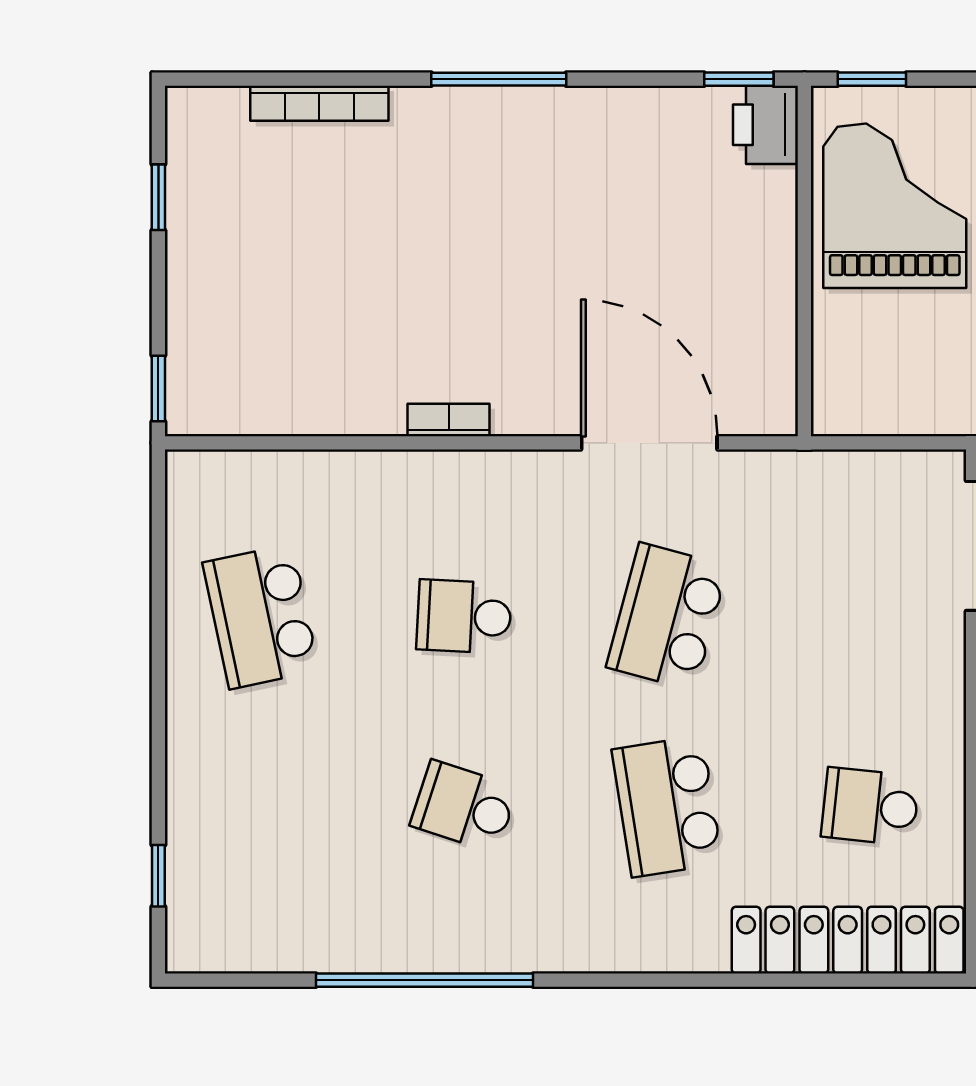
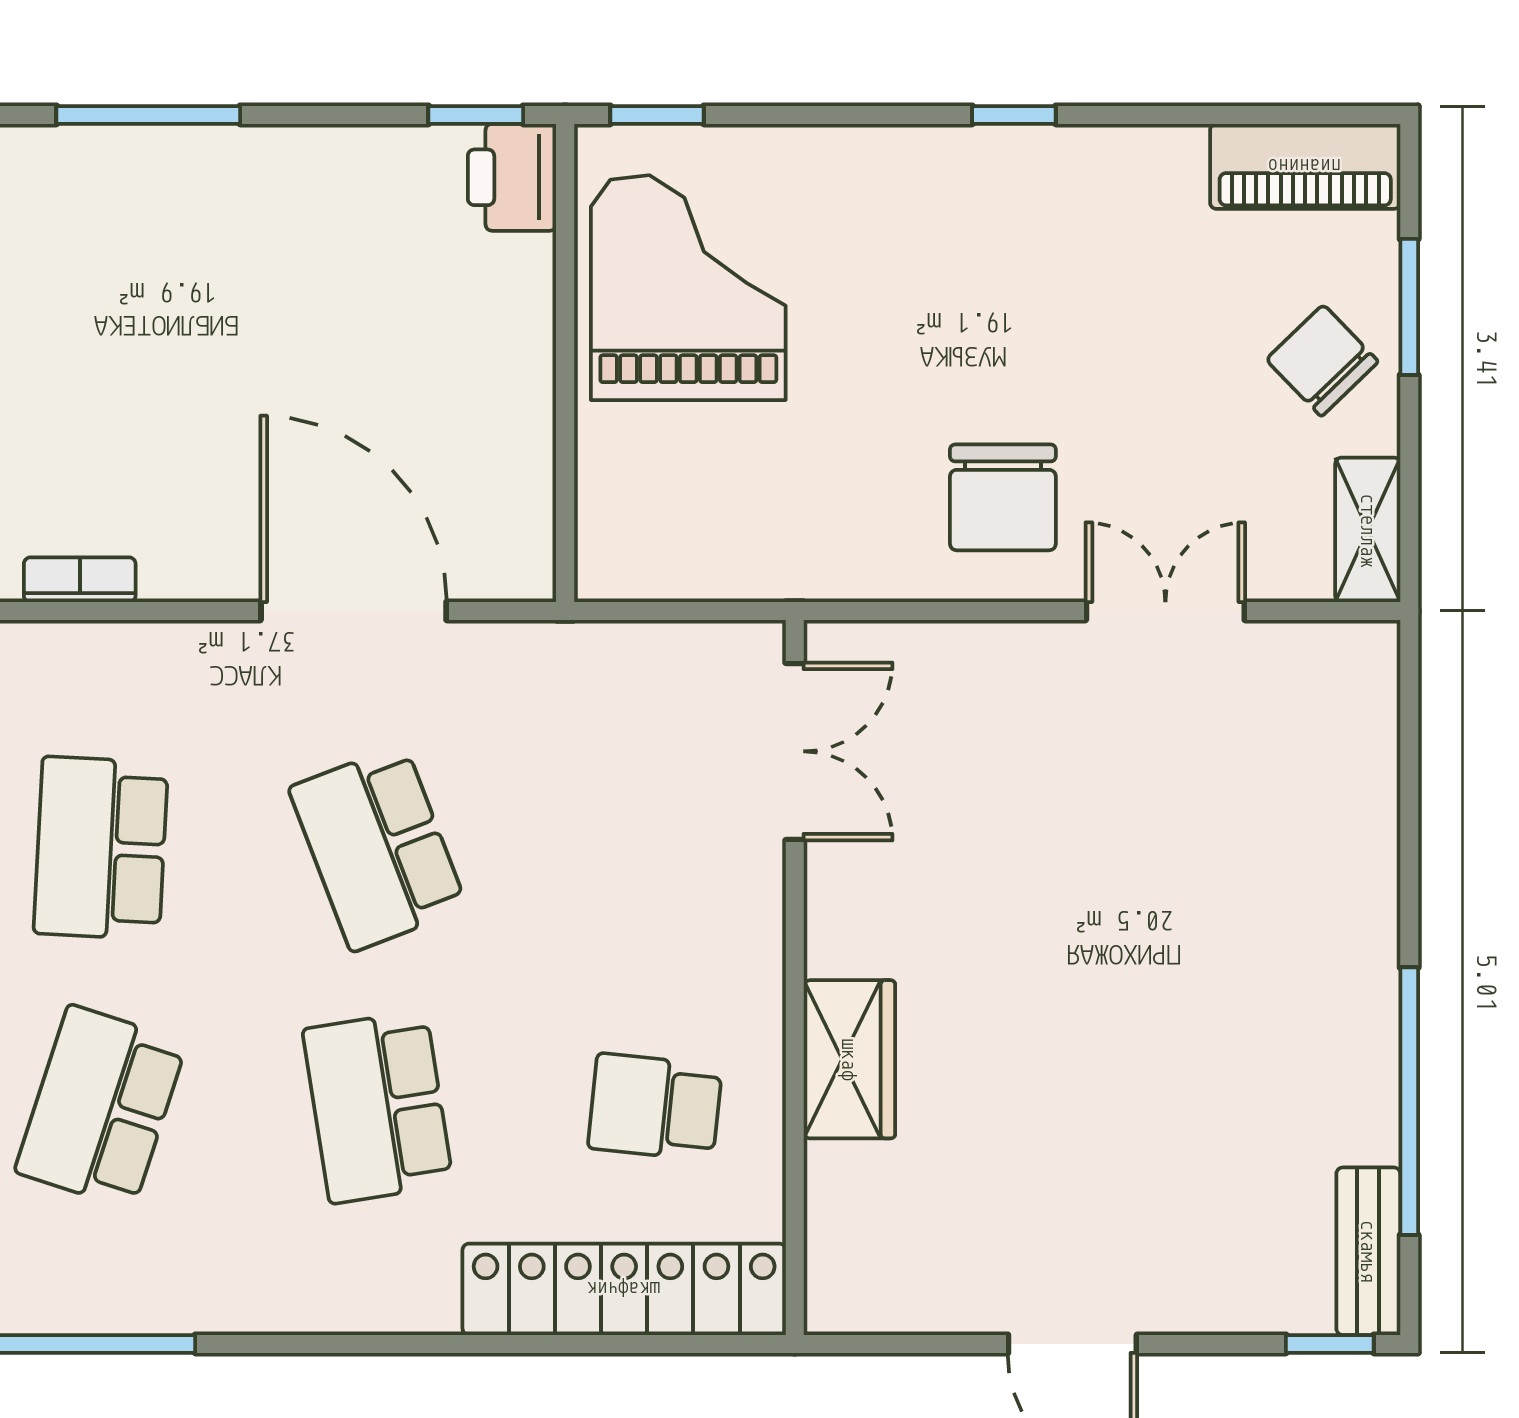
school desk: (464, 617) -> (101, 848), width x1.85
school desk: (667, 617) -> (378, 848), turned -36
school desk: (464, 806) -> (101, 1107), width x1.85

